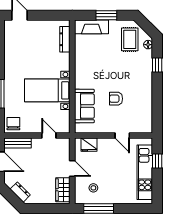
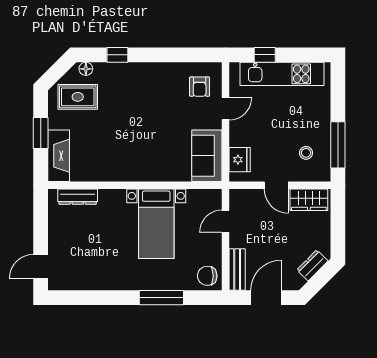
armchair: (116, 99) -> (200, 87), moved
sofa: (84, 106) -> (207, 156), moved, turned -90
door: (72, 169) -> (276, 185), swing flipped

